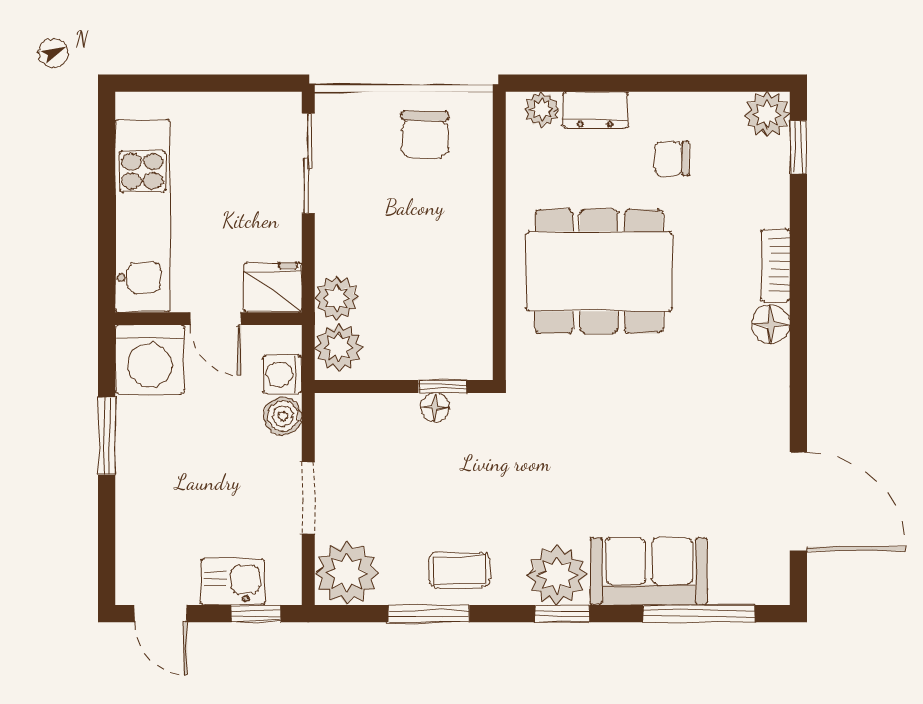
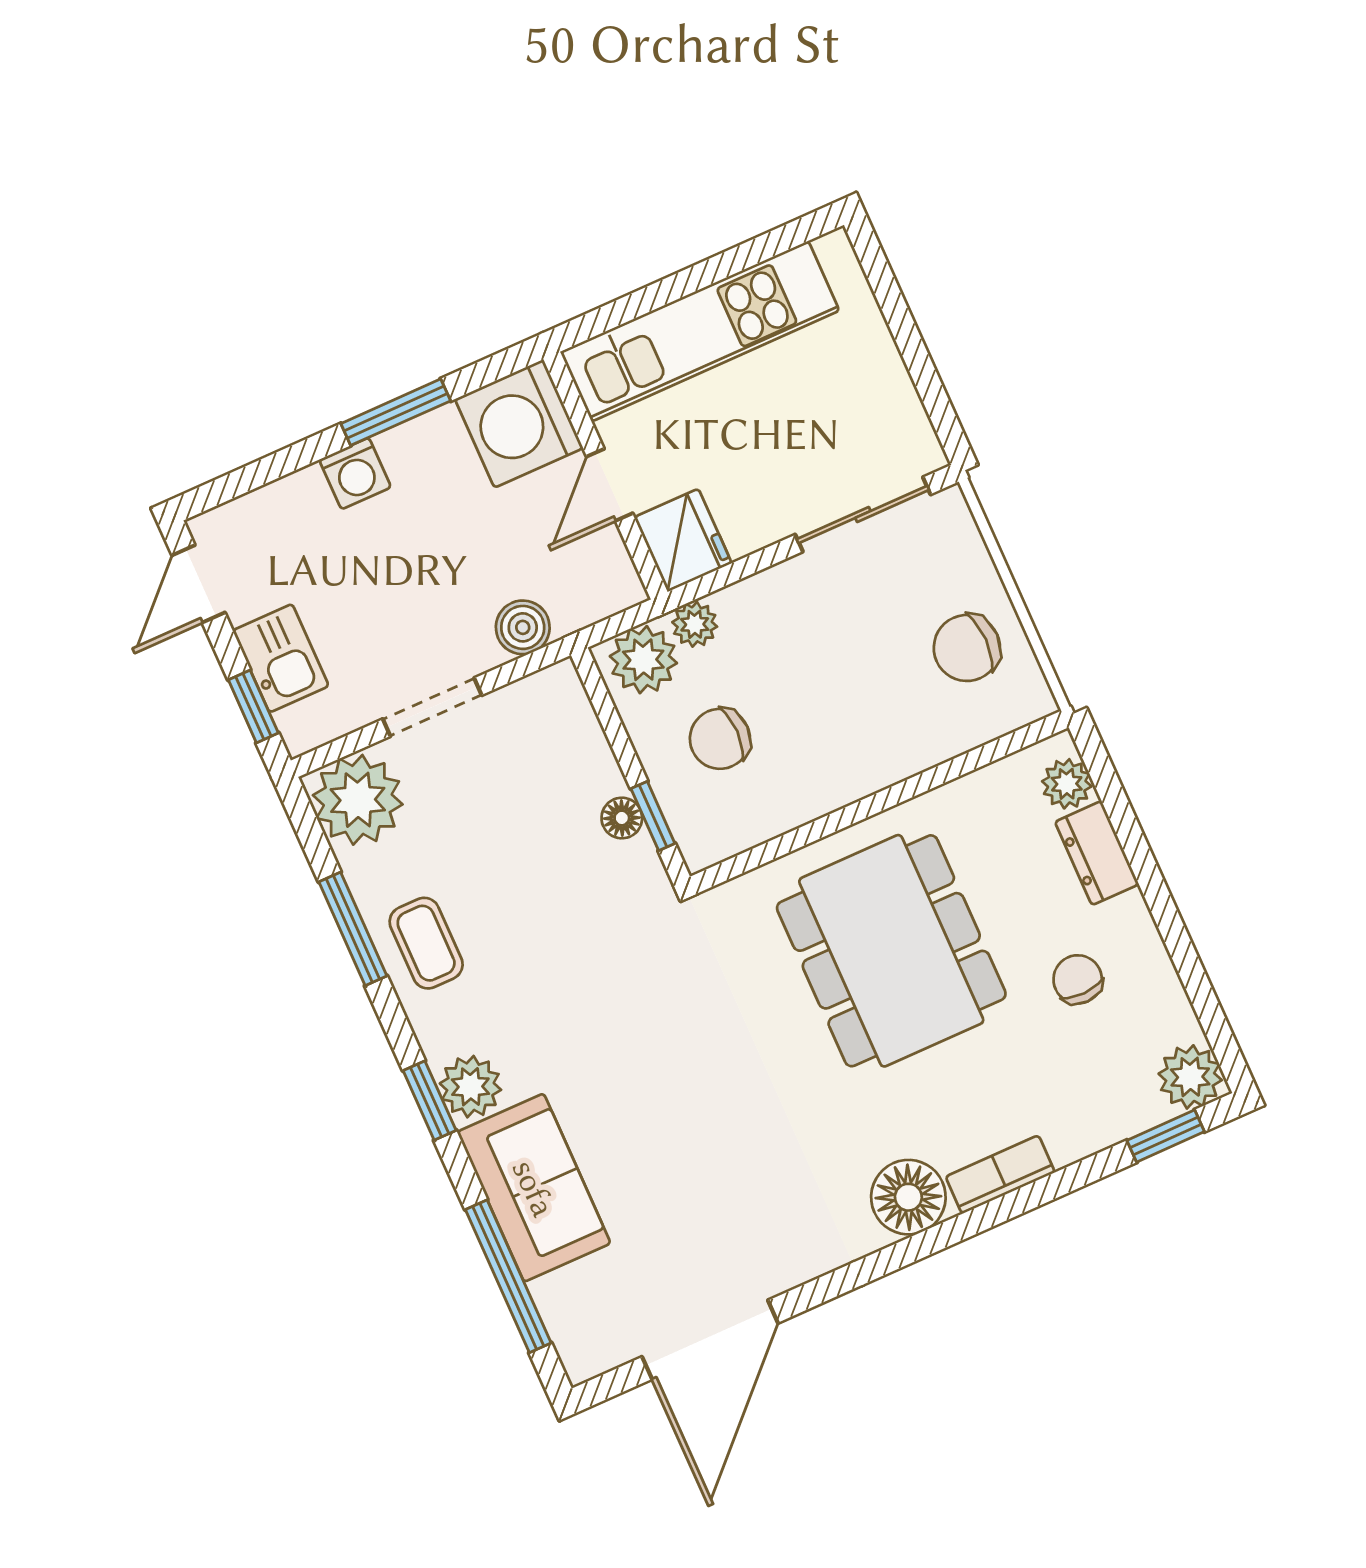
plant: (337, 298) -> (695, 624), width x0.73, depth x0.73
chair: (412, 321) -> (720, 739), added
floor lamp: (771, 324) -> (908, 1197), width x1.38, depth x1.38
washing machine: (282, 374) -> (355, 473), moved, turned 180
plant: (557, 575) -> (470, 1087), width x0.73, depth x0.73

